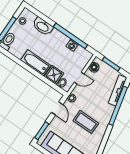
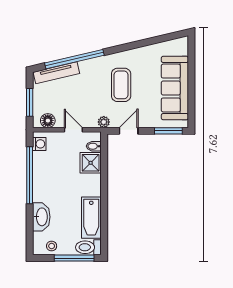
washing machine: (72, 45) -> (39, 144), moved
bathtub: (36, 63) -> (91, 218), moved

